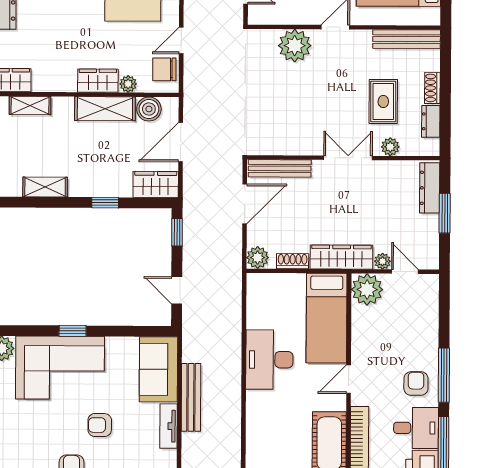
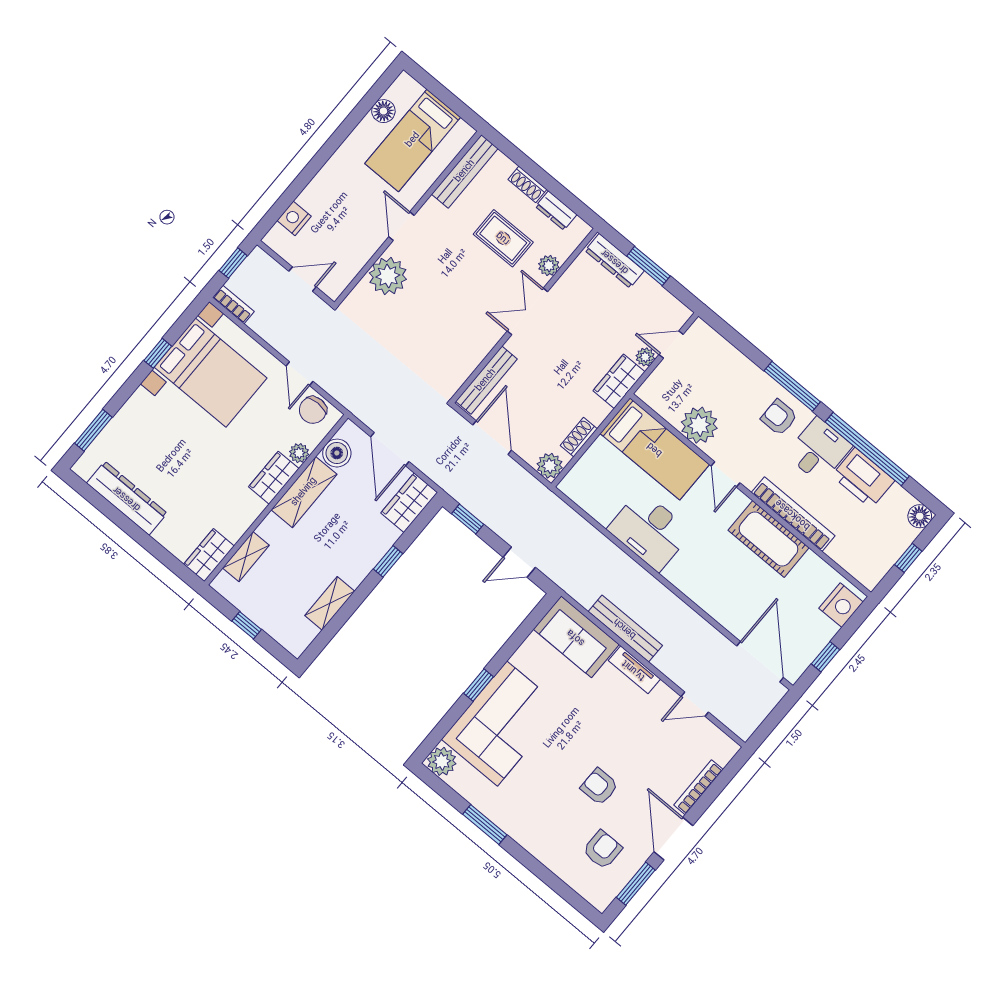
wardrobe: (341, 257) -> (619, 381), width x0.67
plant: (367, 289) -> (699, 425), moved
armchair: (100, 425) -> (583, 730), removed

